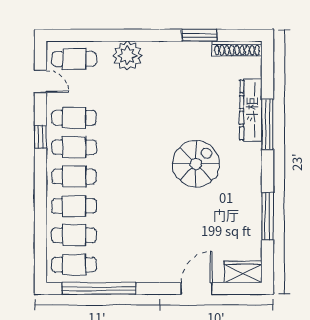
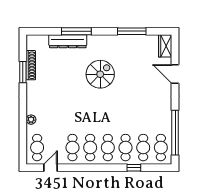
shoe rack: (237, 48) -> (31, 65), moved
plant: (127, 56) -> (31, 120), width x0.53, depth x0.53
window: (40, 137) -> (134, 168), moved
spiral stairs: (196, 164) -> (100, 74), turned 90

